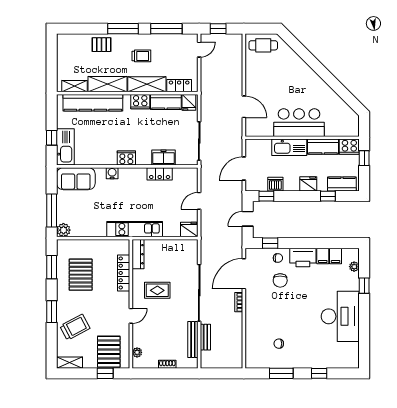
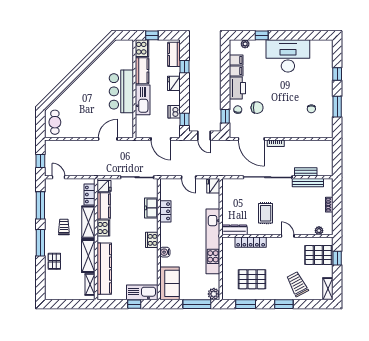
kitchen unit: (135, 229) -> (213, 241), width x1.36

